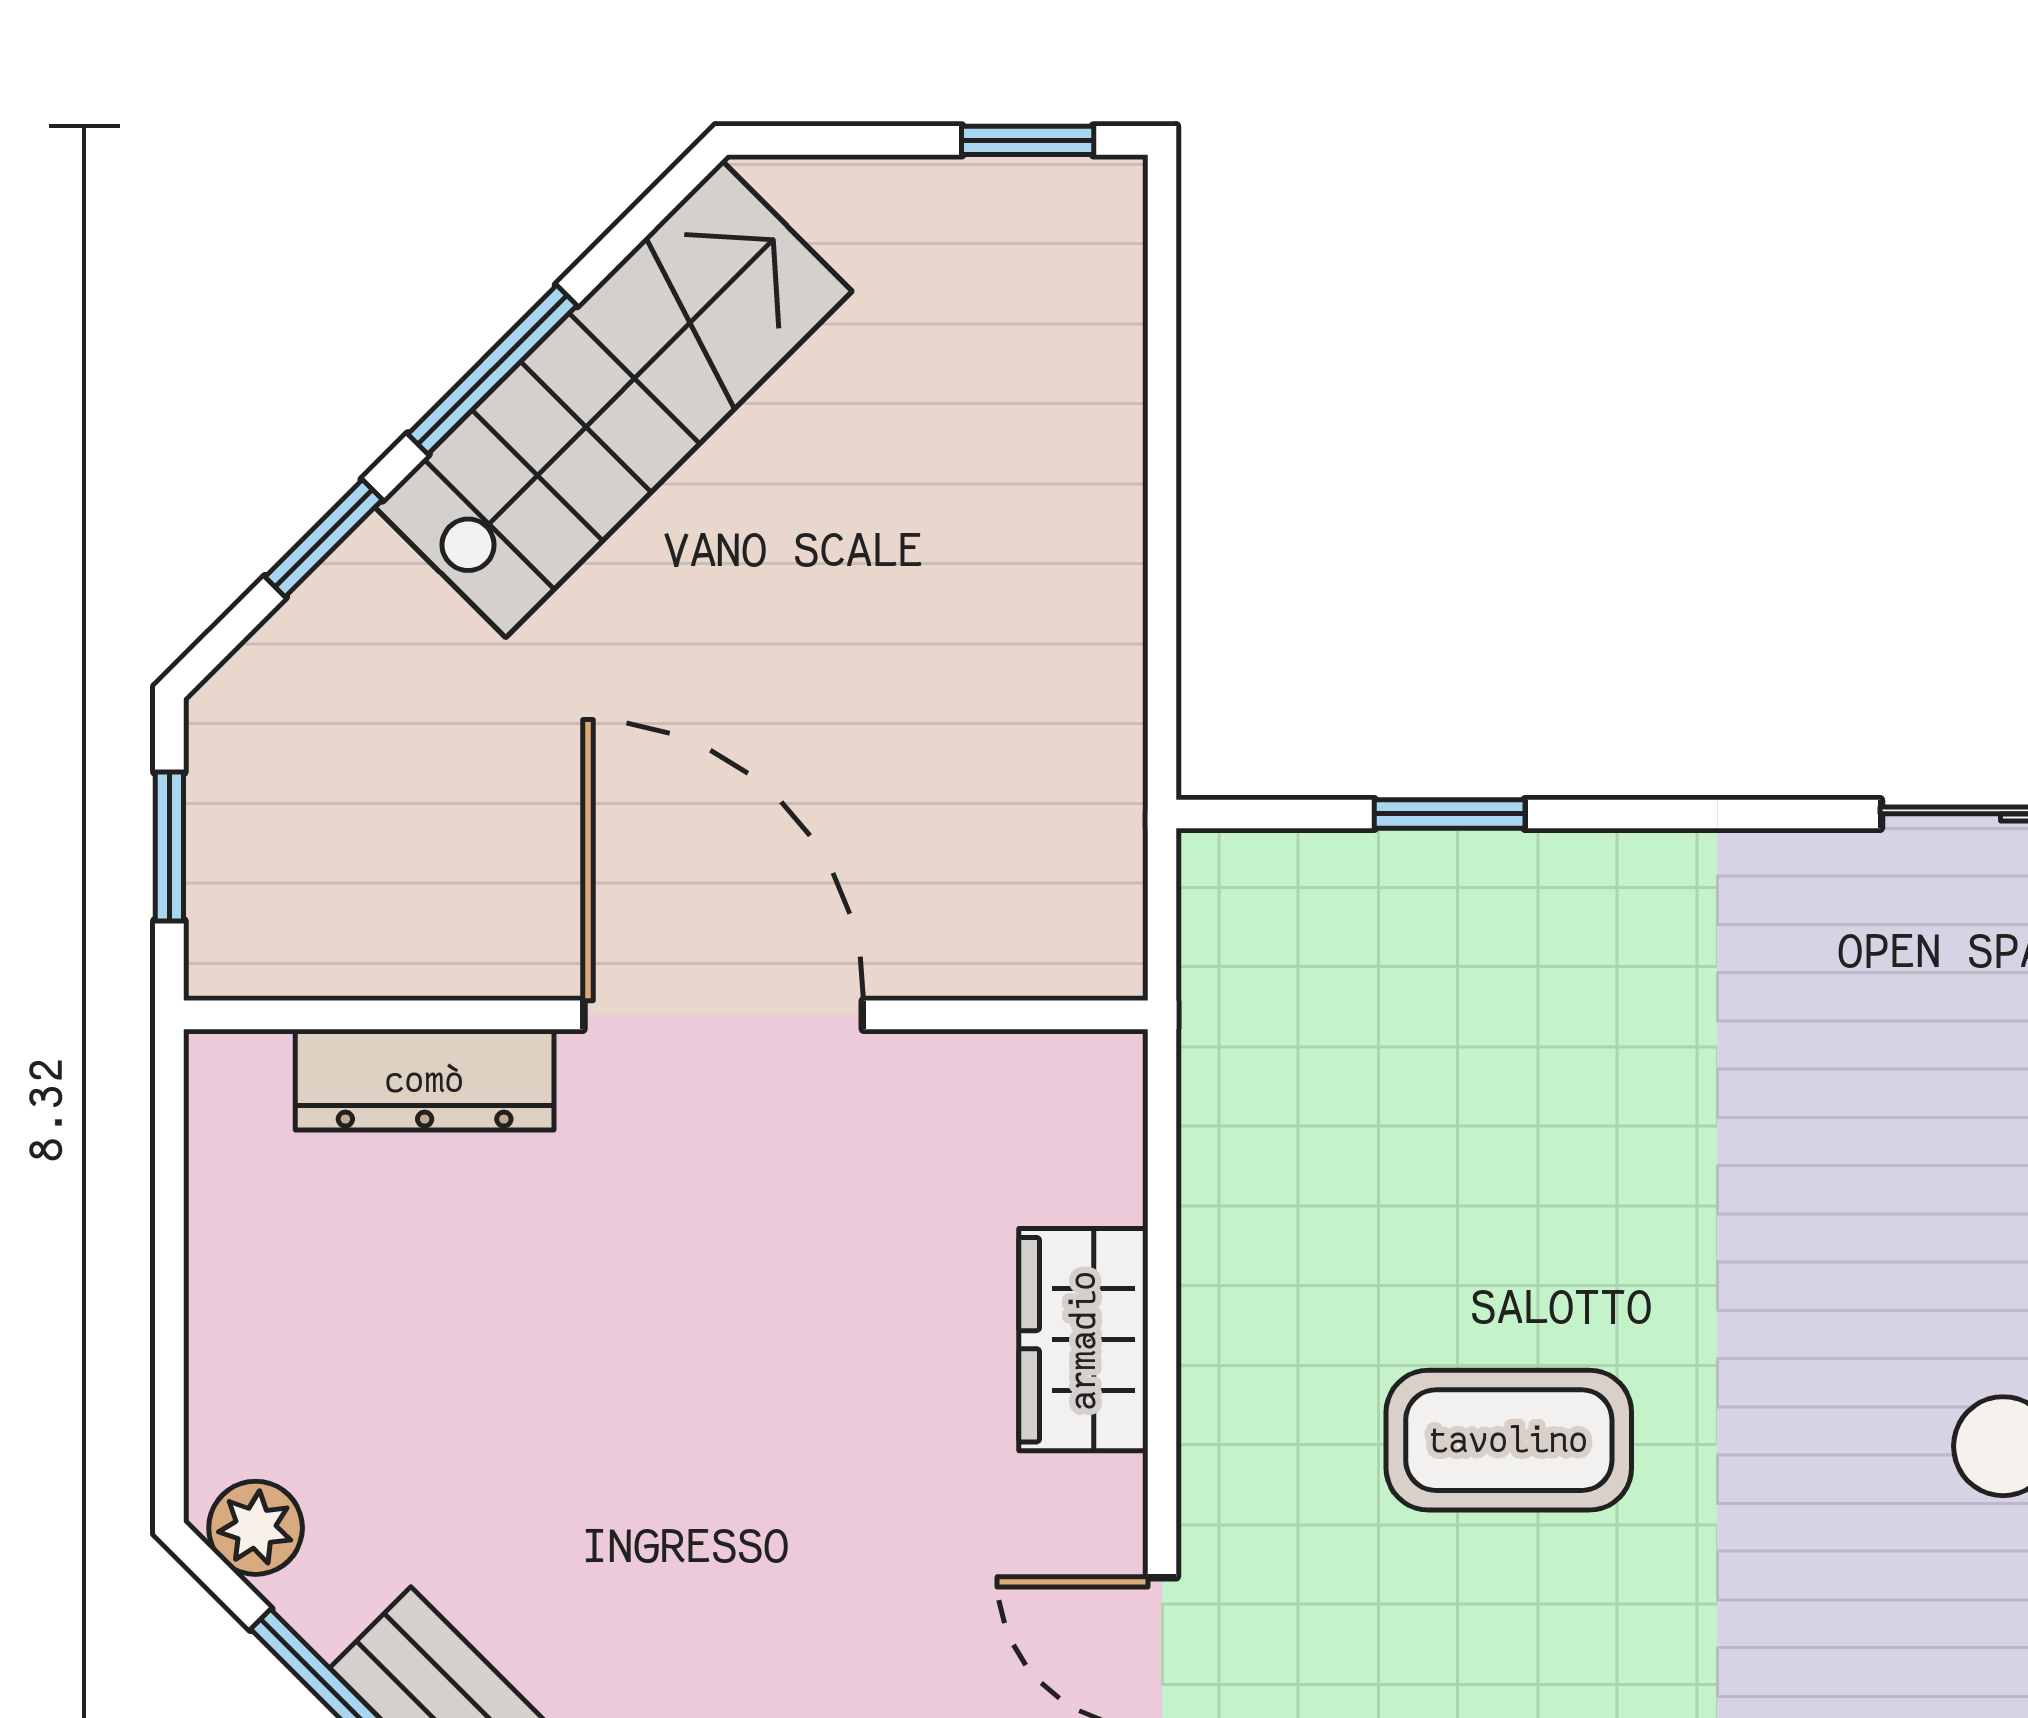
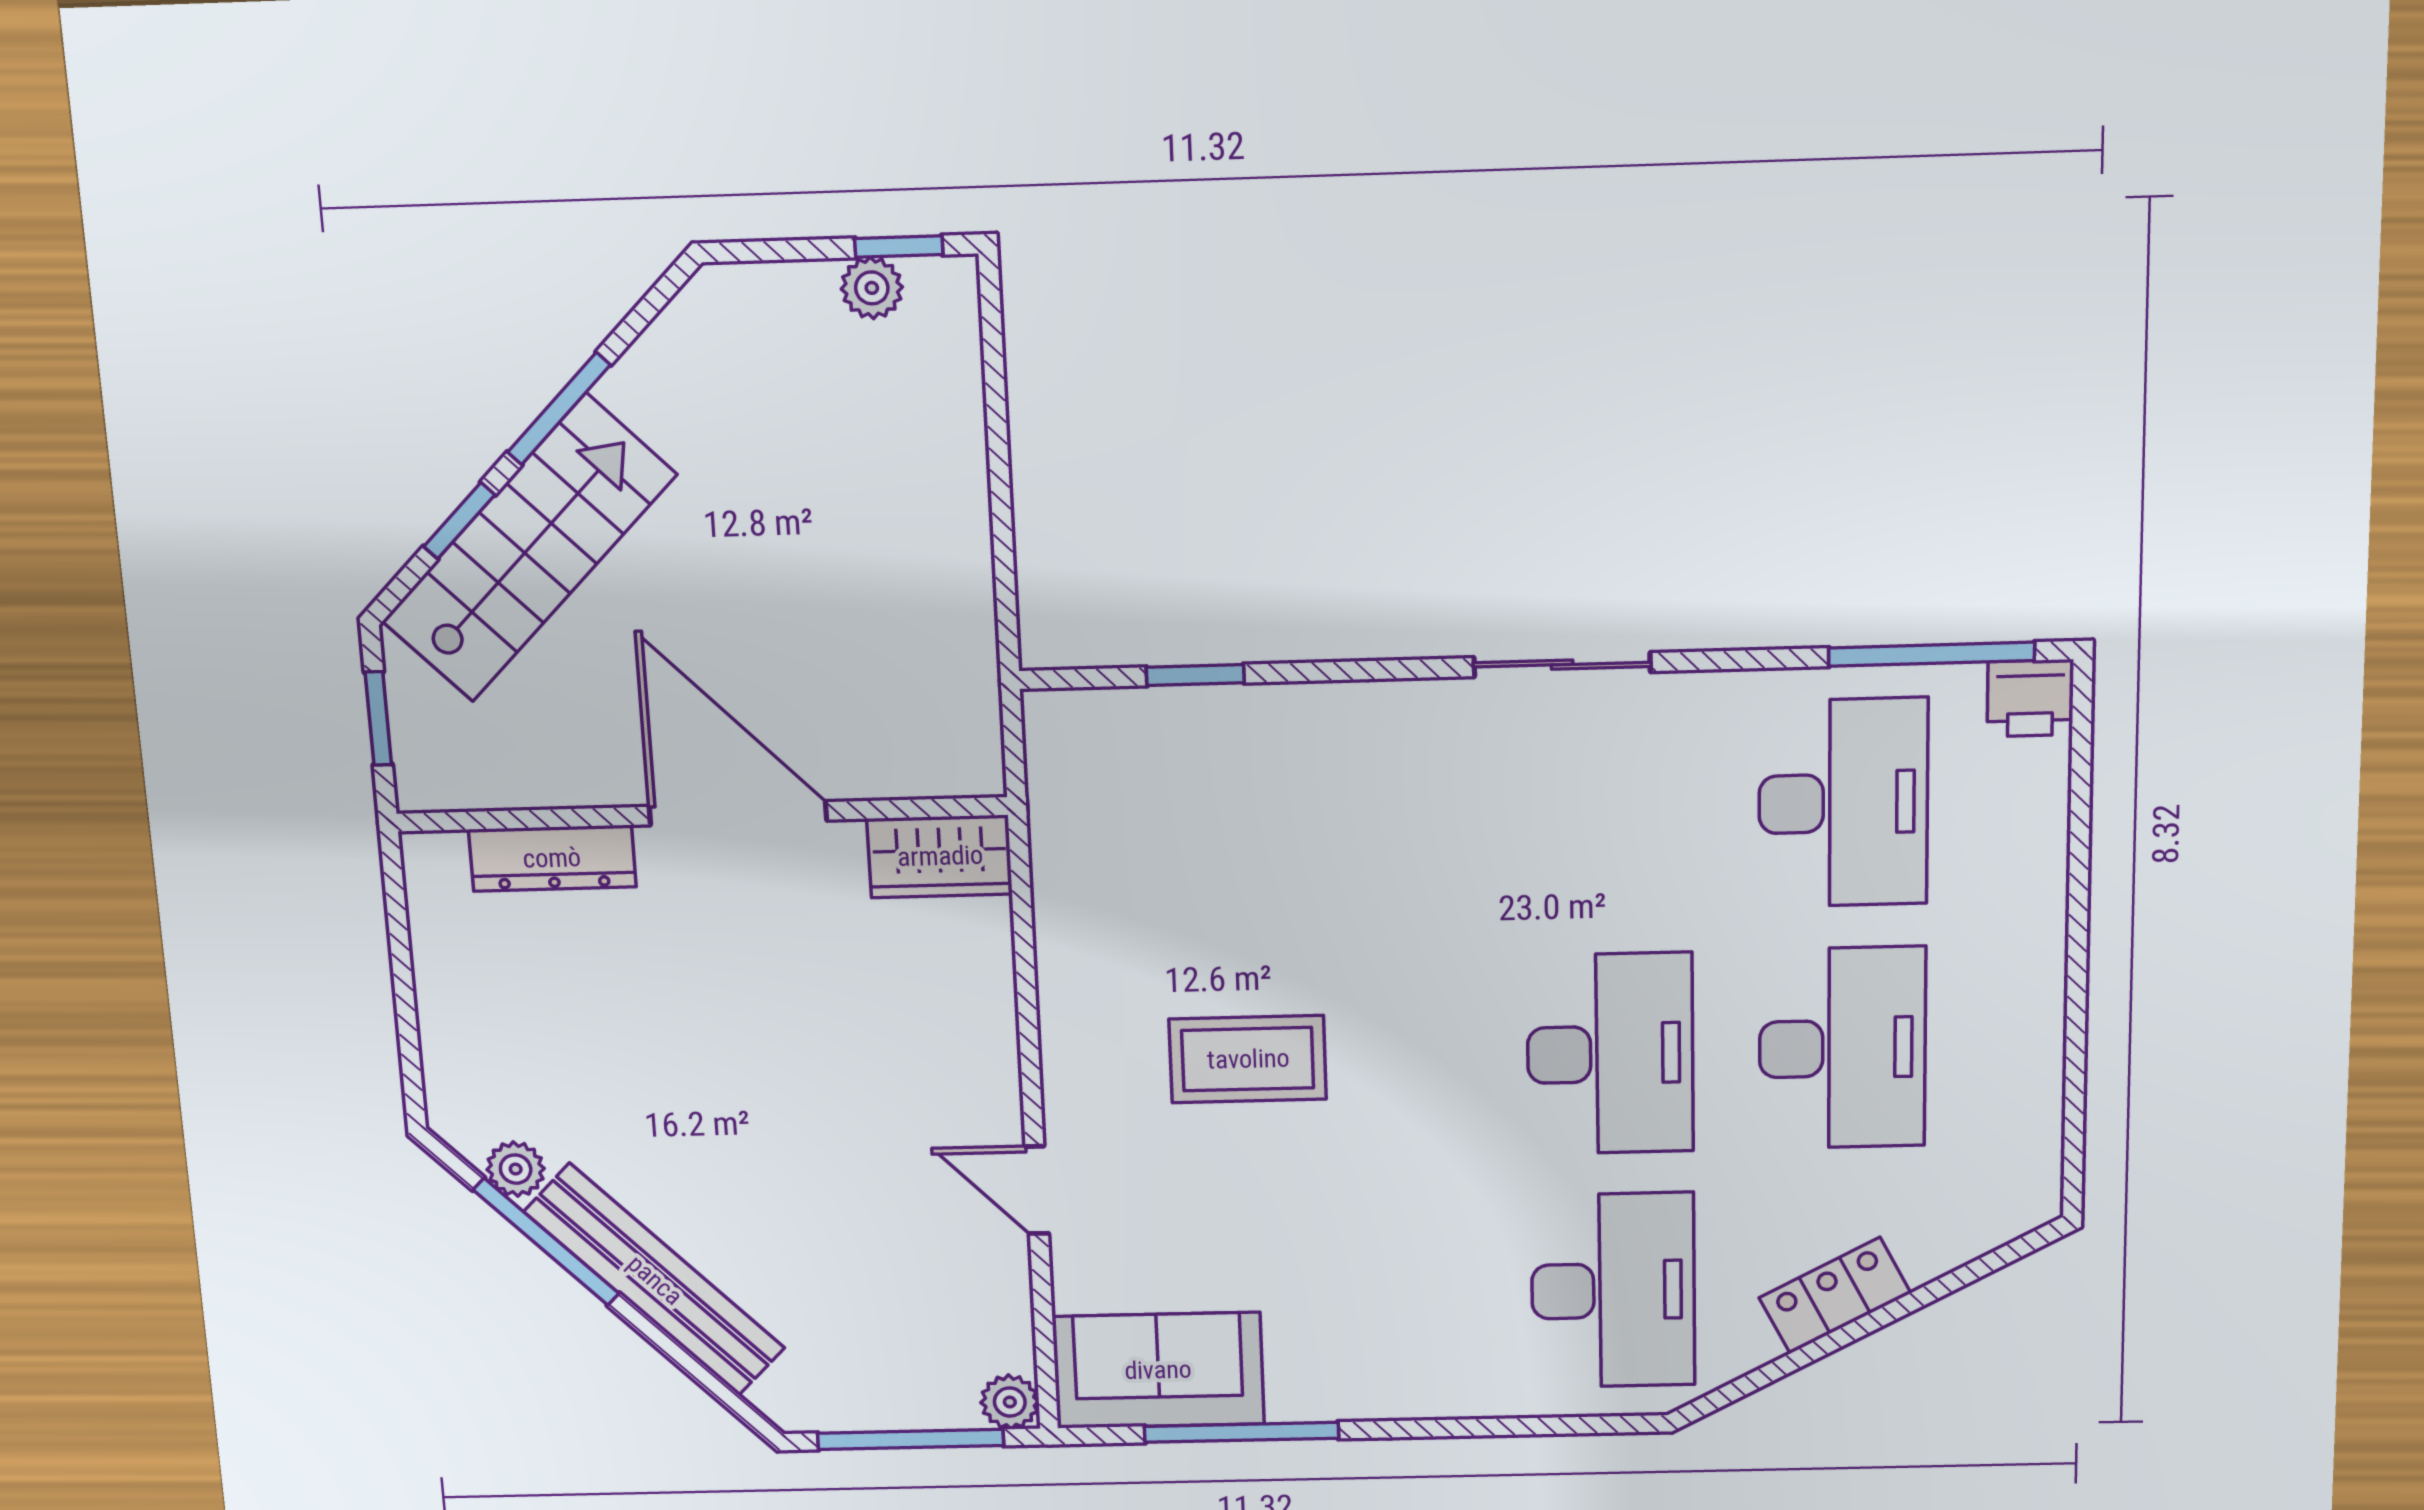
plant: (983, 201) -> (872, 288), added
stairs: (614, 399) -> (529, 548), moved
wardrobe: (1083, 1340) -> (940, 856), moved, turned -90
plant: (256, 1528) -> (516, 1169), moved

